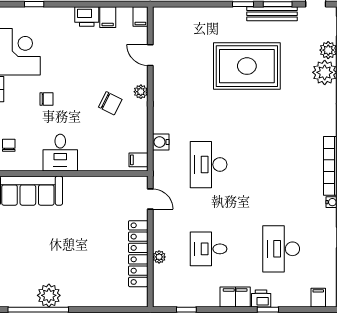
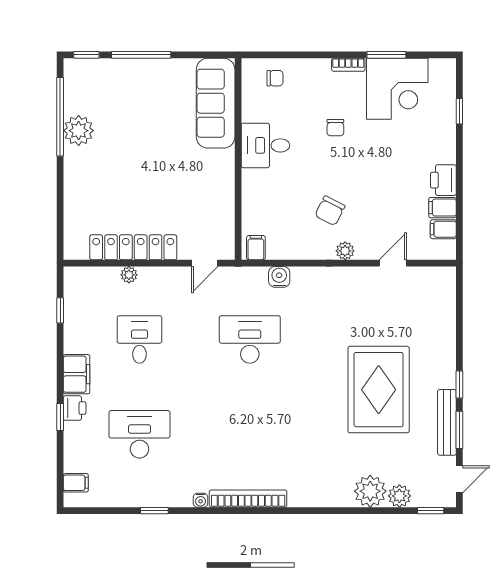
filing cabinet: (140, 17) -> (443, 229), moved

